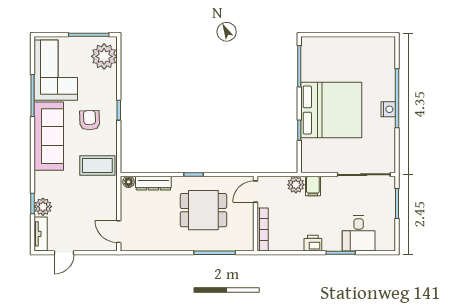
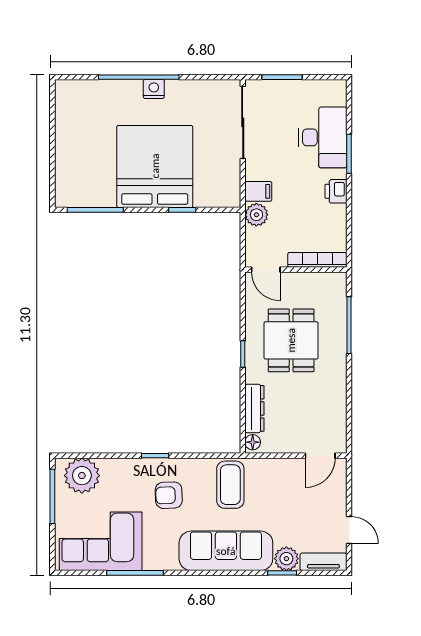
sofa: (49, 136) -> (226, 551), moved
desk: (359, 233) -> (323, 137), width x1.37

